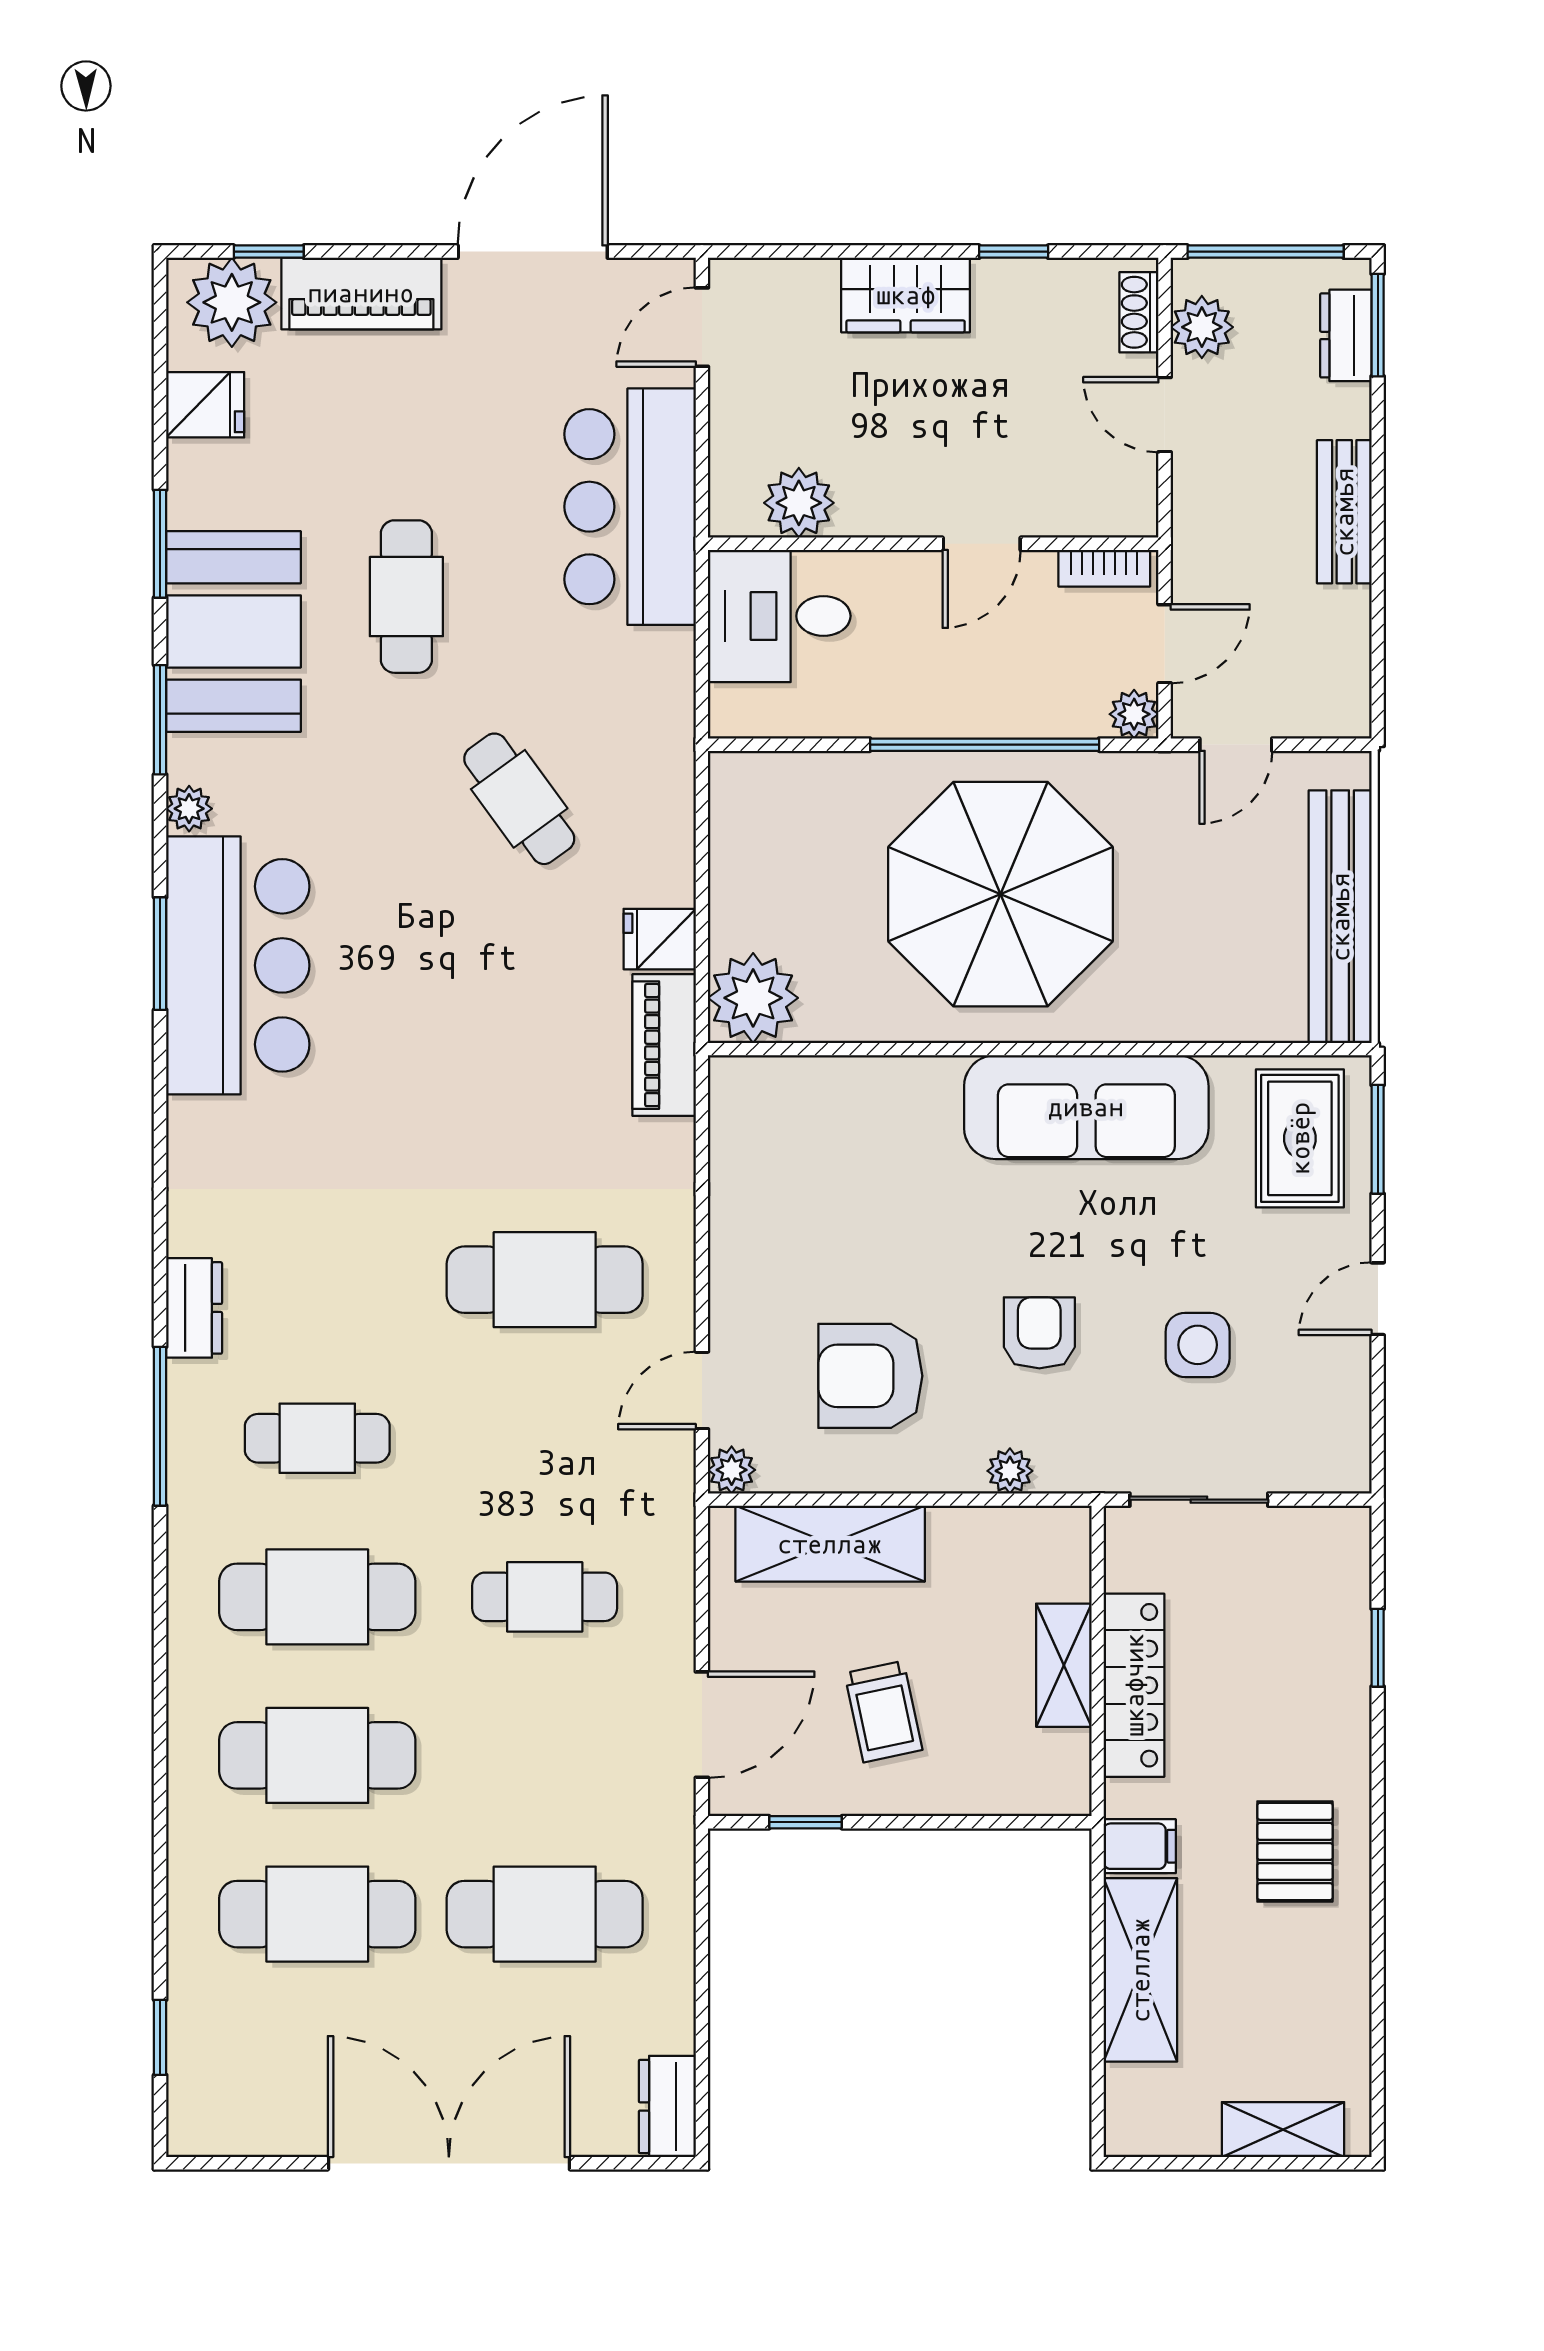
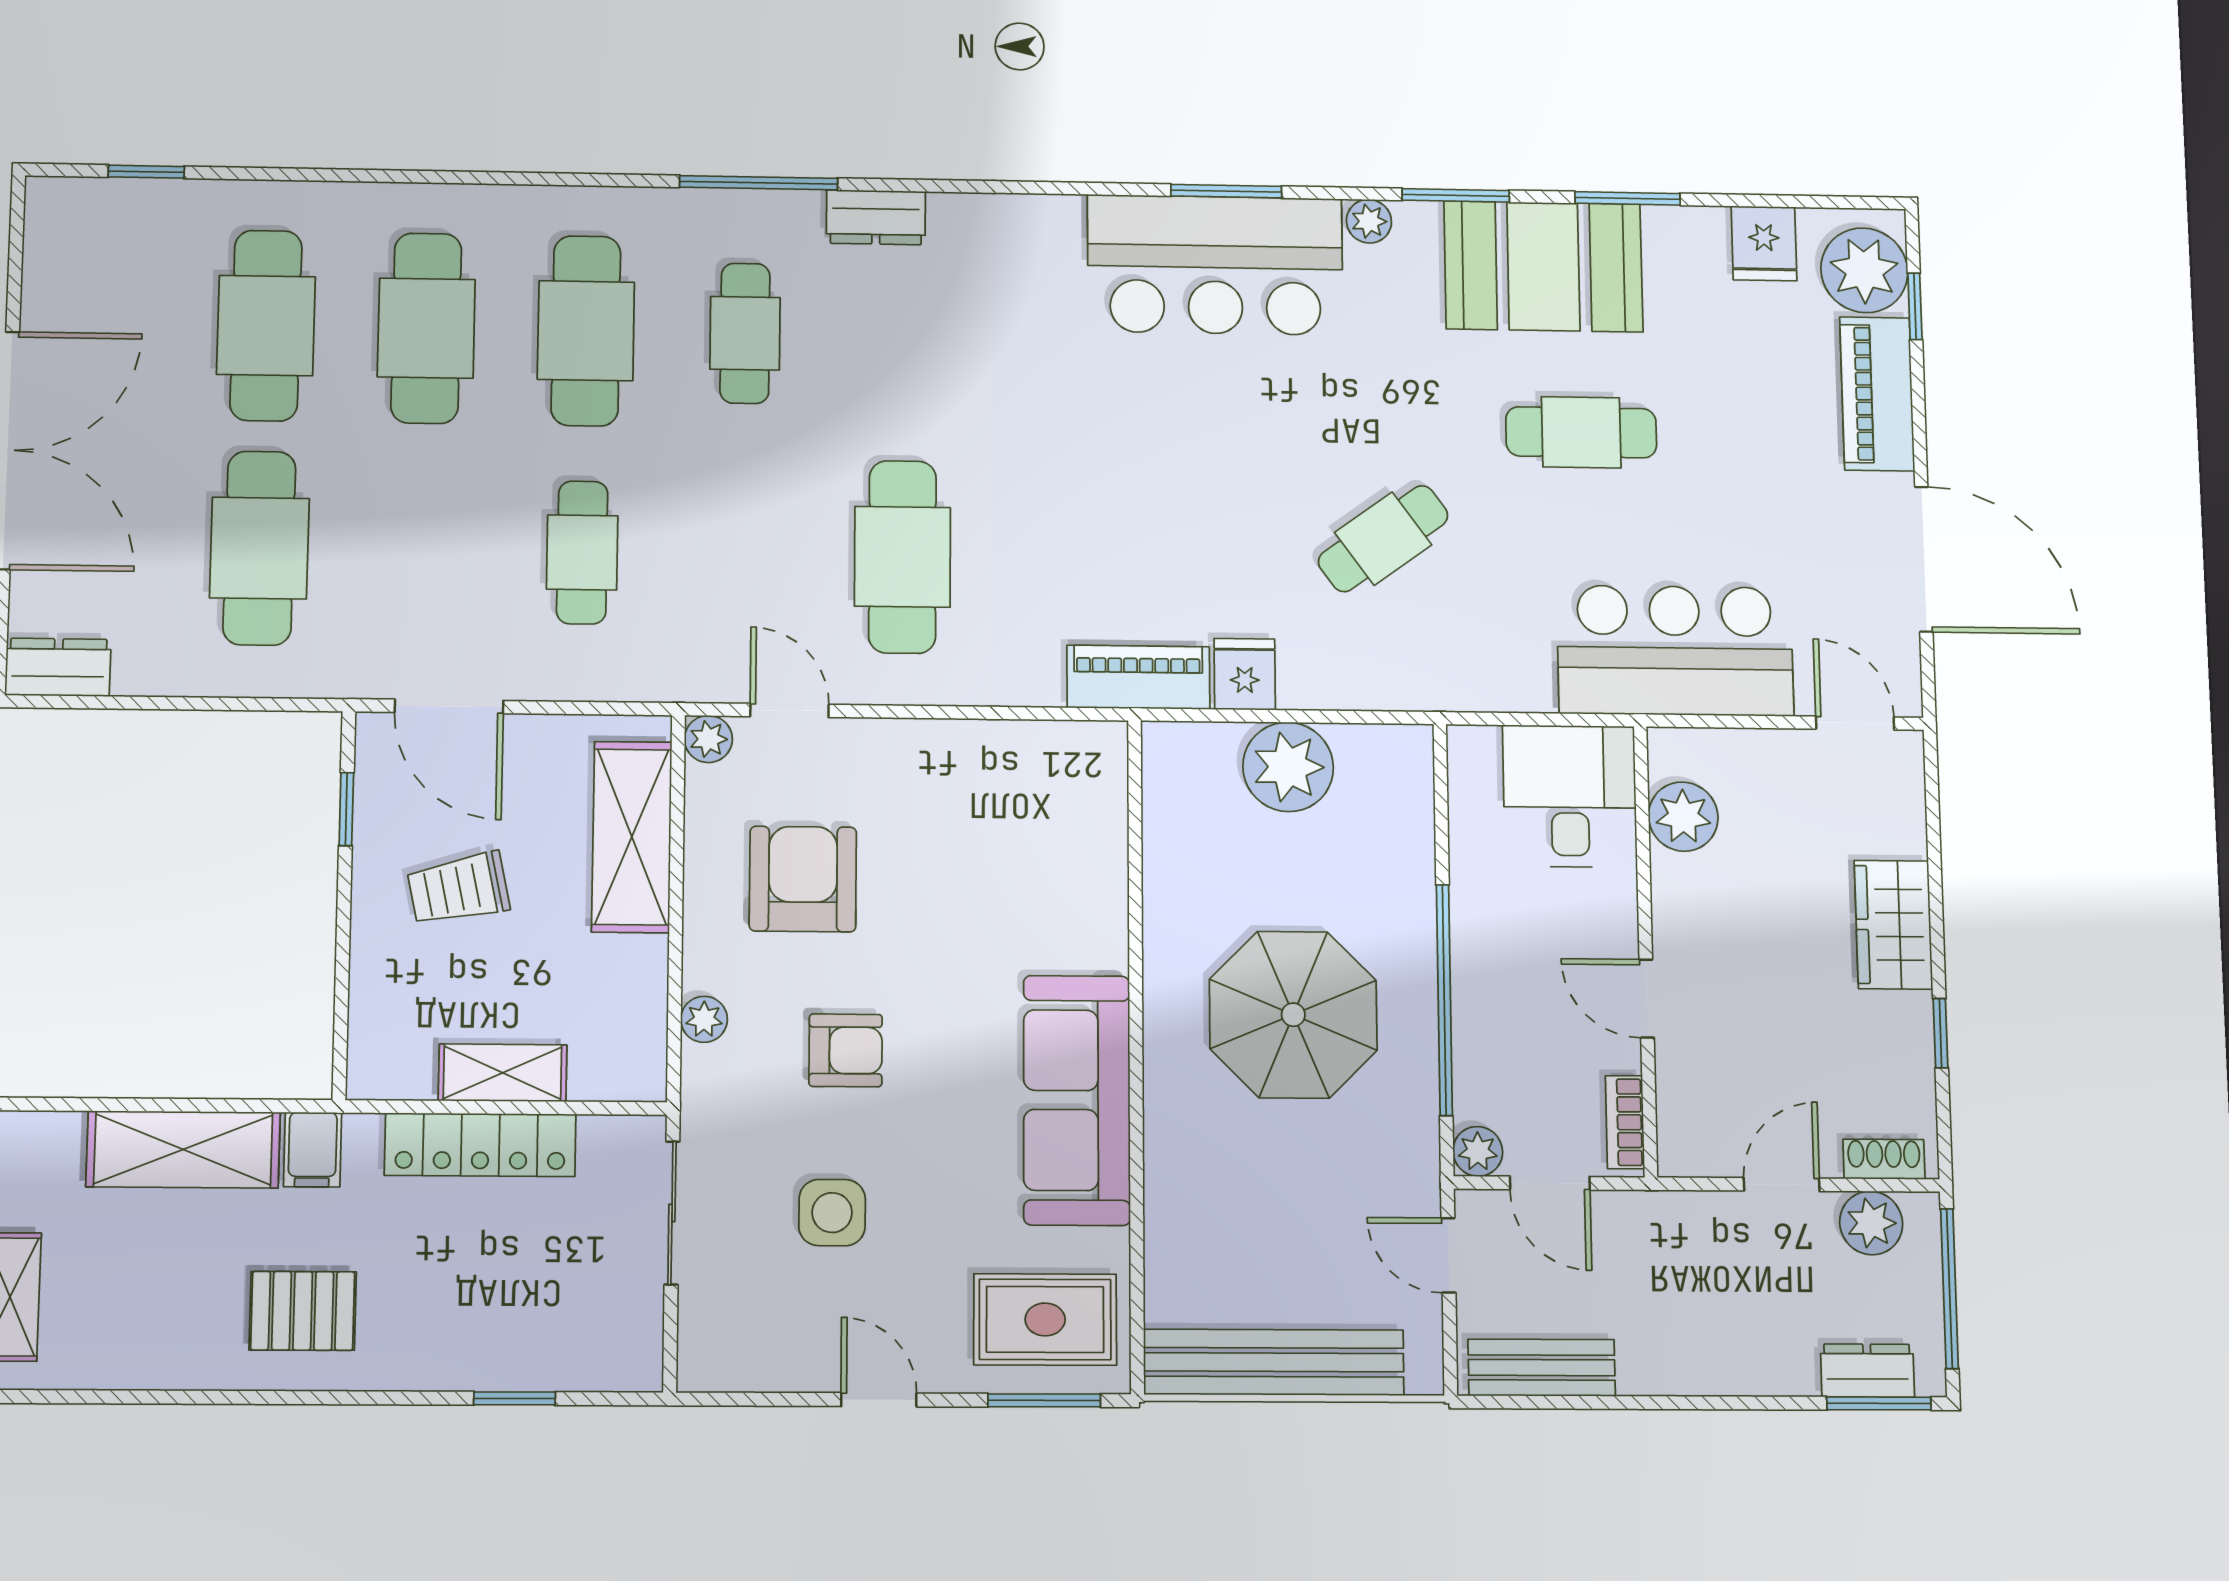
bench: (1344, 512) -> (1542, 1368), moved
parasol: (1001, 894) -> (1293, 1015), width x0.73, depth x0.73
plant: (753, 998) -> (1288, 767), moved

